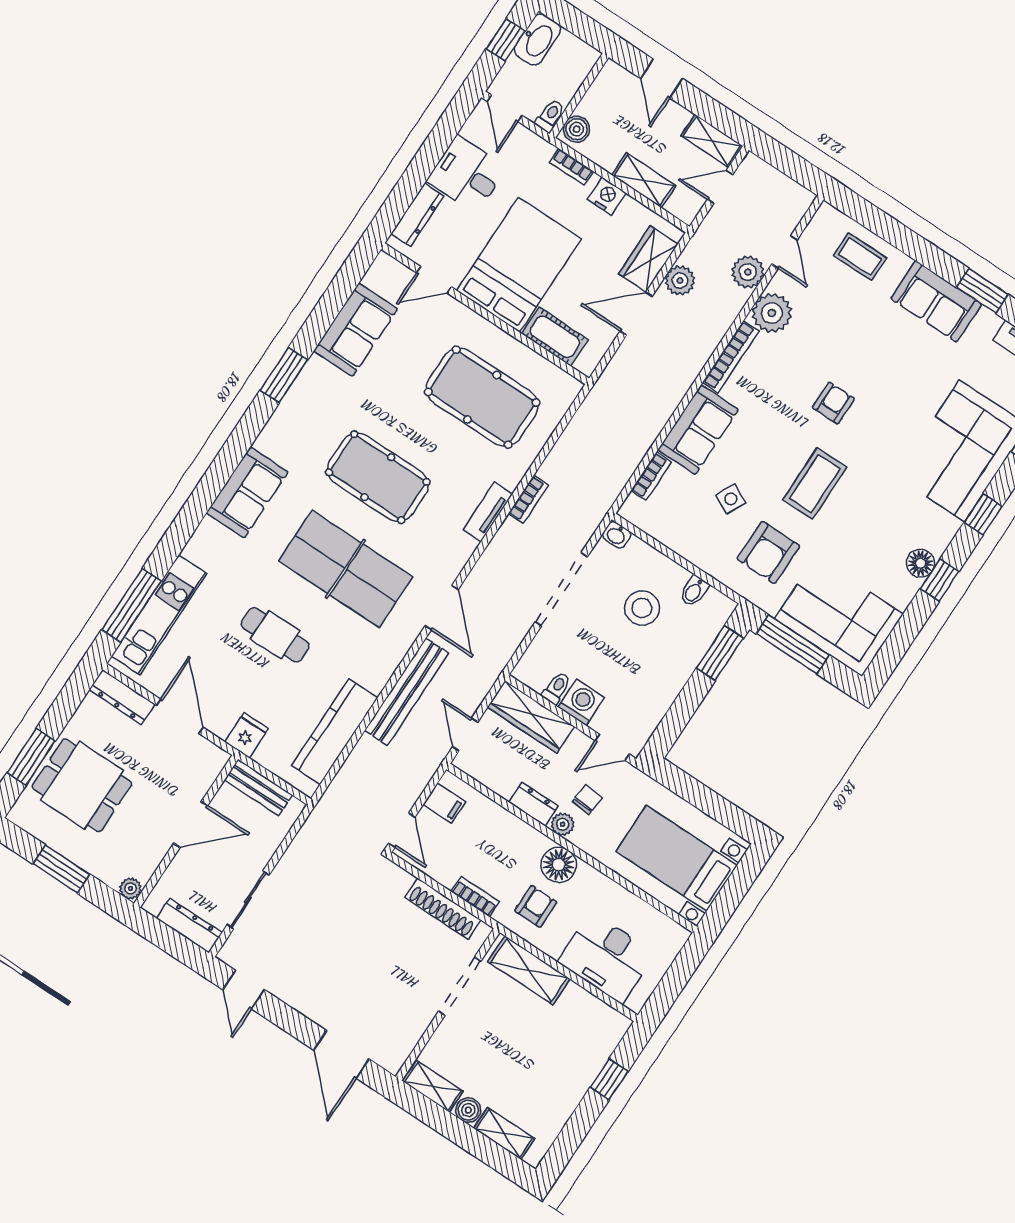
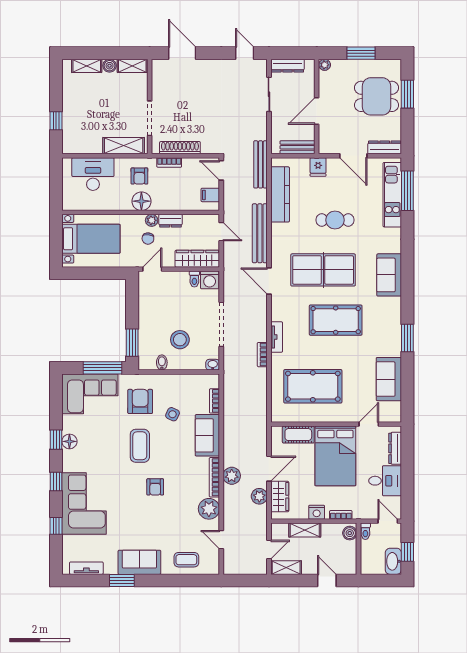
plant: (748, 272) -> (232, 476), moved
washing machine: (581, 702) -> (210, 280), moved
bench: (334, 799) -> (261, 164), added

